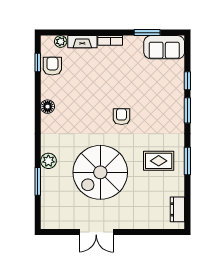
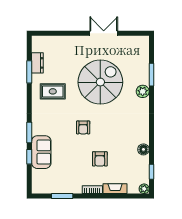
plant: (61, 41) -> (144, 189), moved
sofa: (164, 47) -> (41, 152), moved, turned 90
armchair: (52, 66) -> (100, 159), moved
floor lamp: (48, 107) -> (143, 149), moved
window: (187, 161) -> (29, 72), moved
dresser: (177, 209) -> (37, 63), moved

